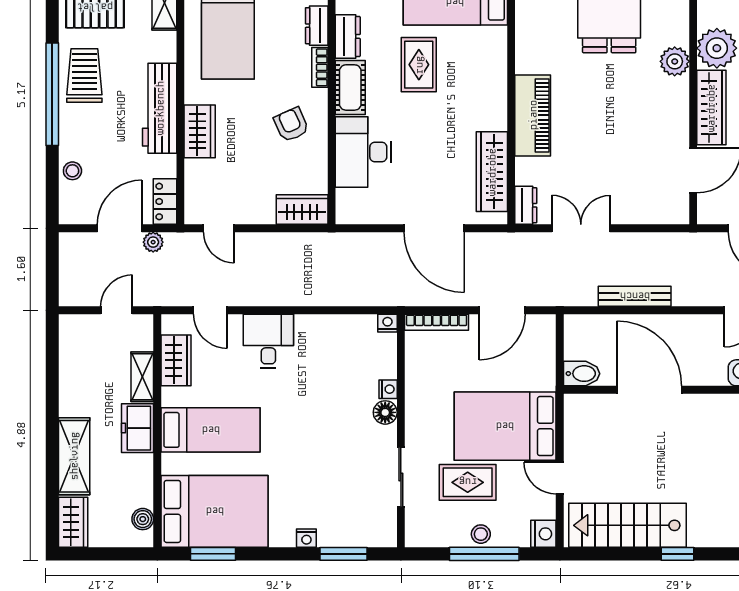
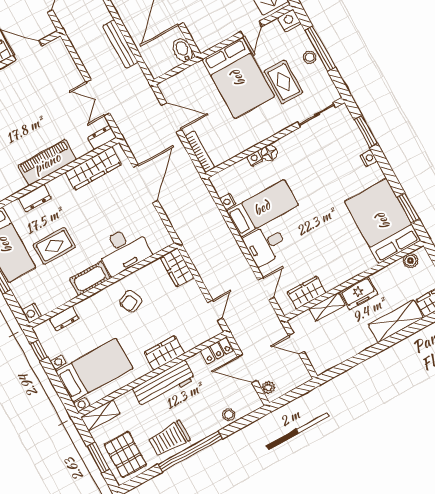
dresser: (348, 36) -> (35, 198), moved, turned 180
bookcase: (320, 67) -> (88, 303), removed
plant: (153, 242) -> (268, 388), moved
nightstand: (388, 323) -> (228, 202), moved
bed: (211, 430) -> (262, 208), moved, turned 90
sliding door: (401, 477) -> (317, 115), moved

